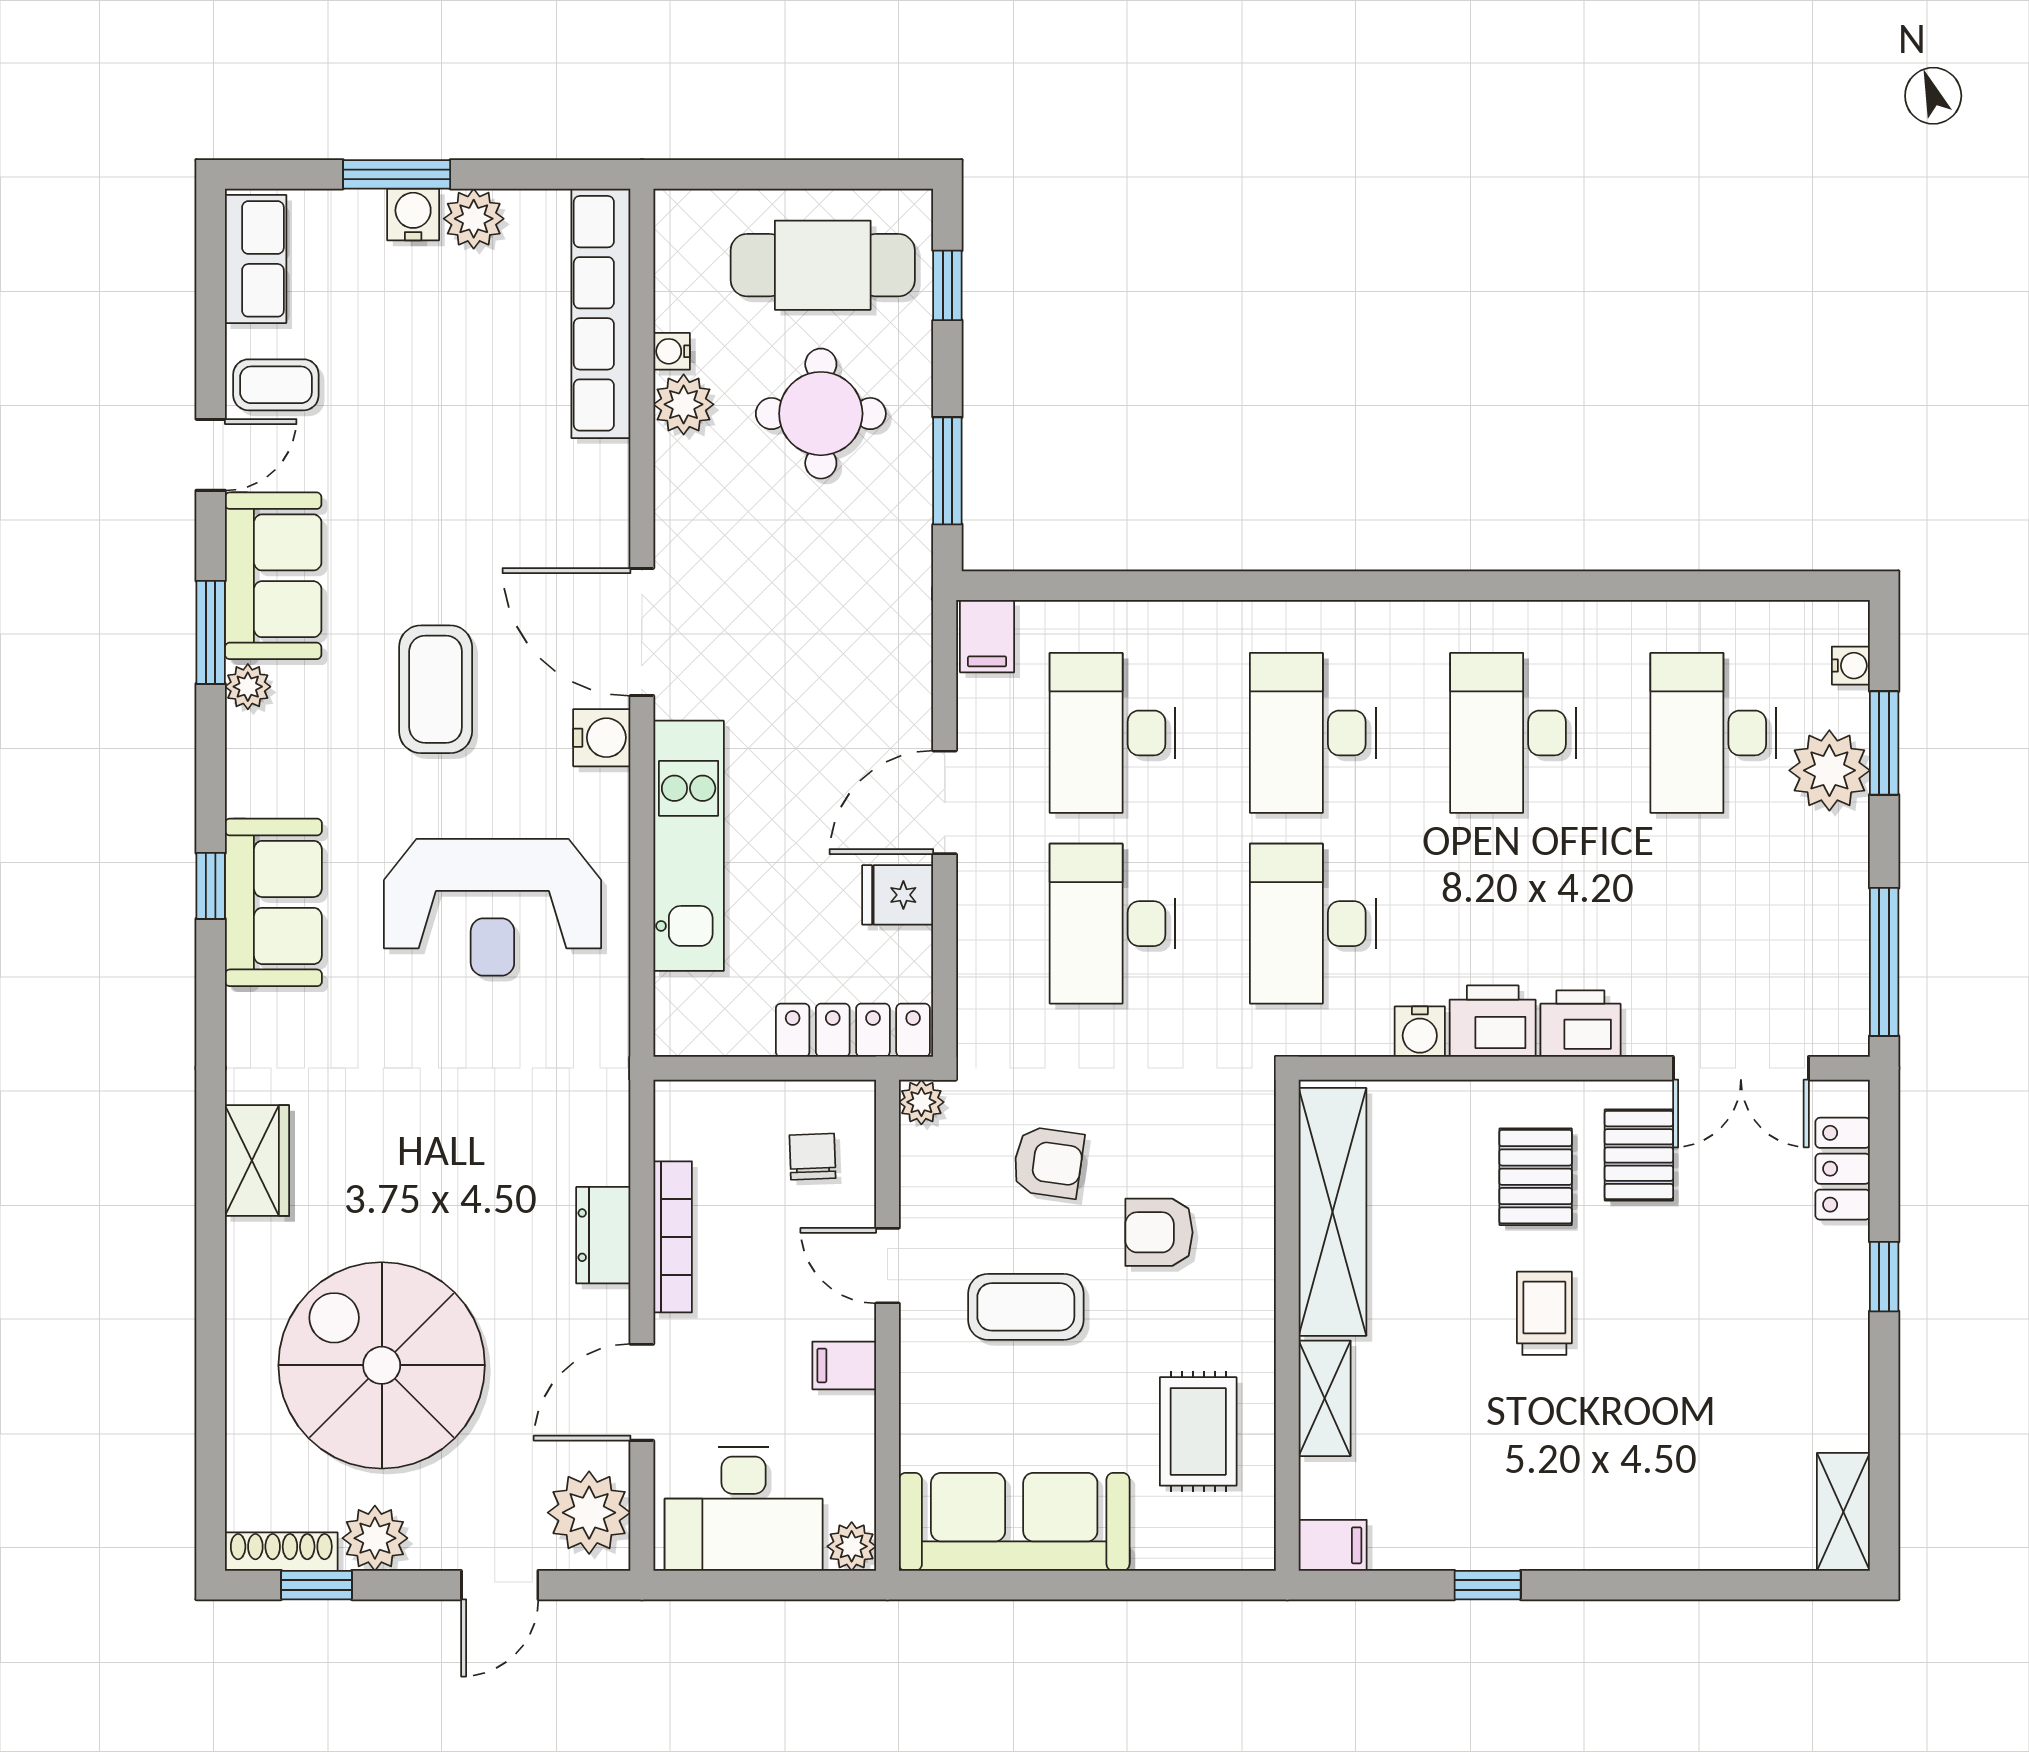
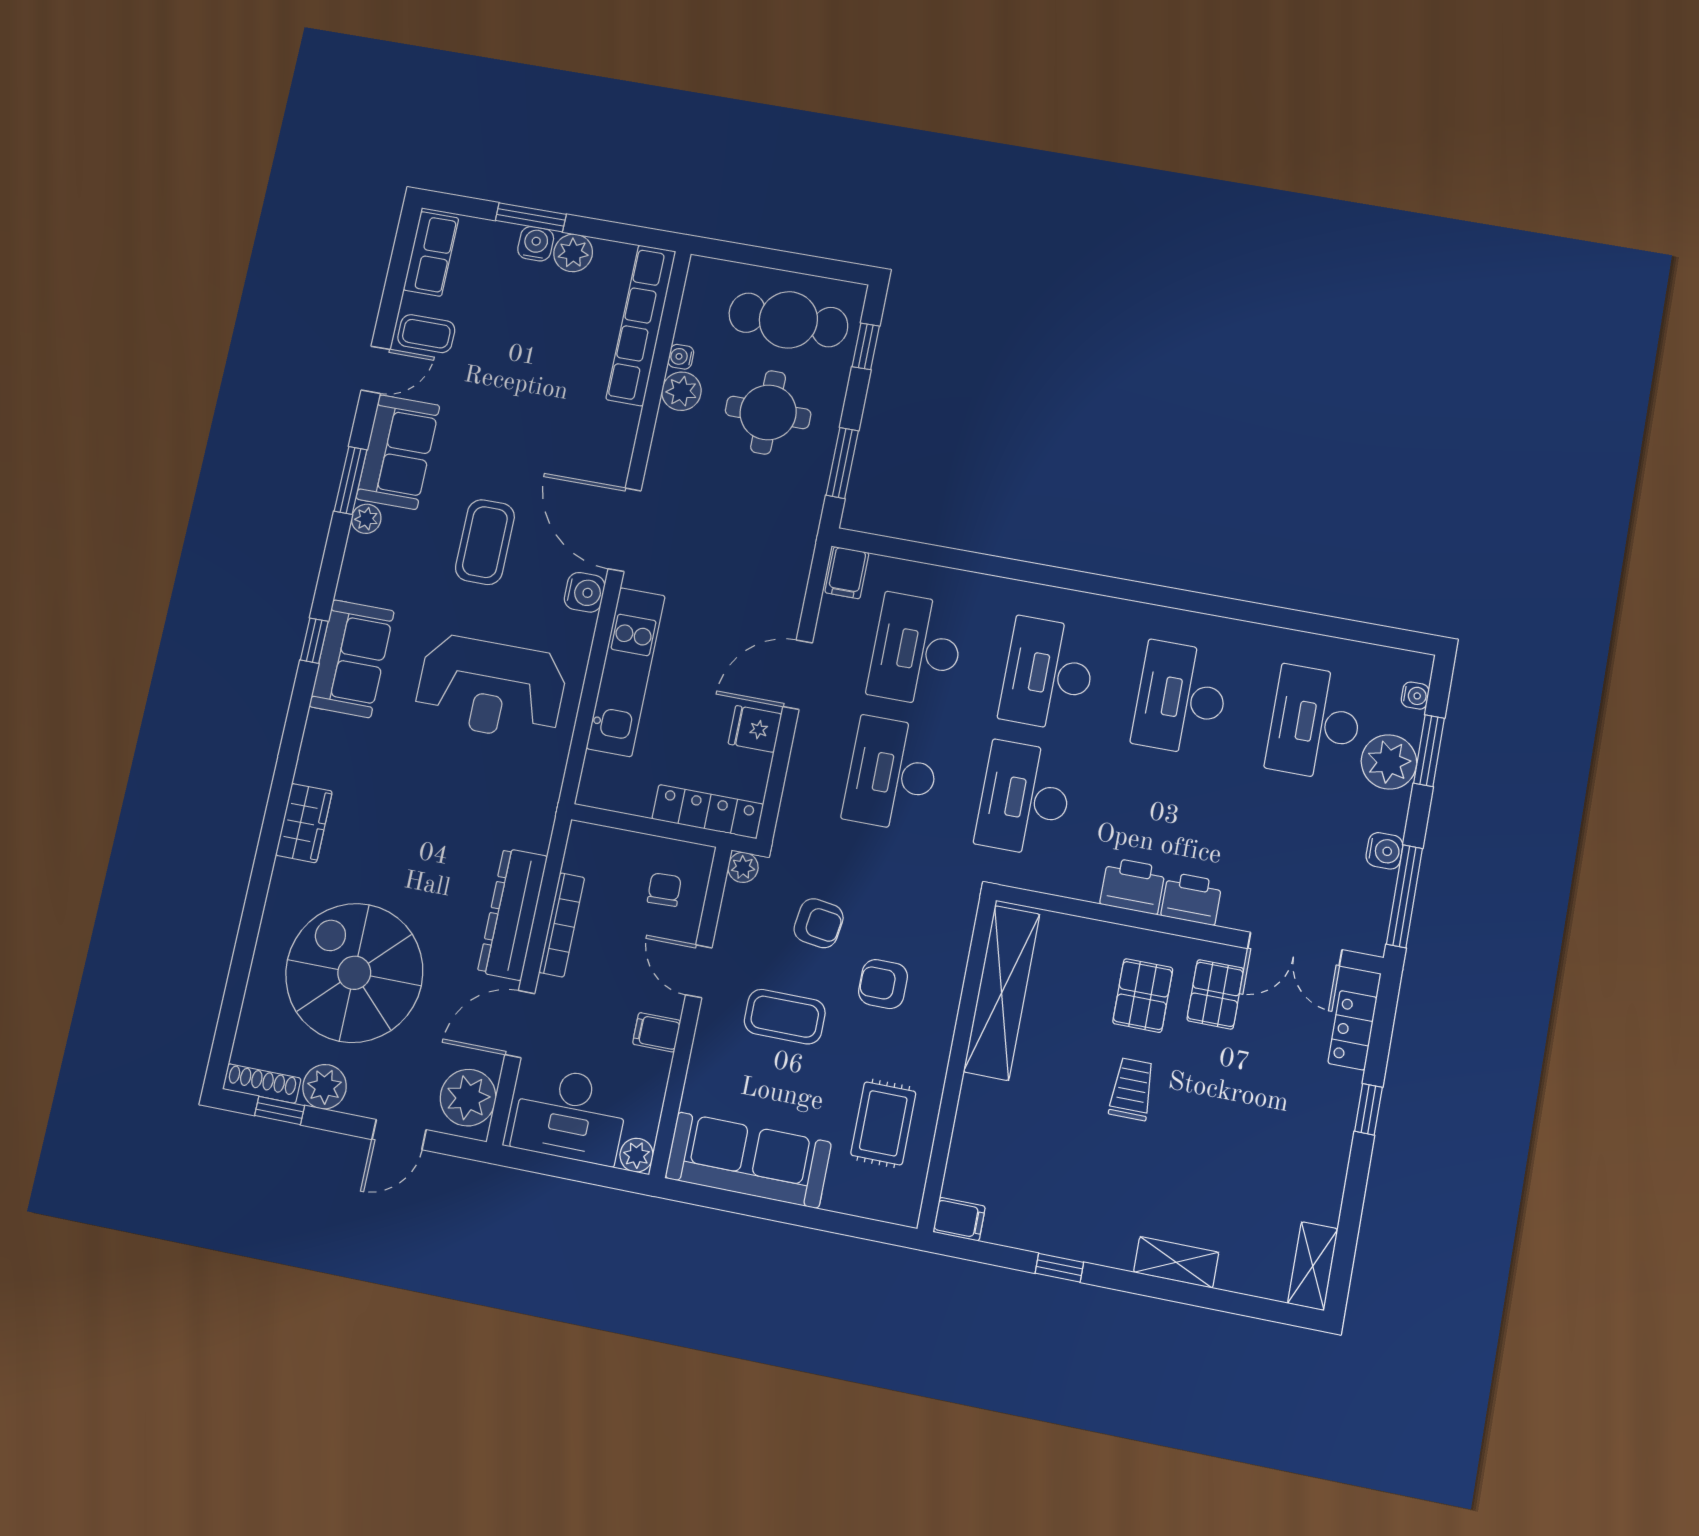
water cooler: (1420, 1032) -> (1384, 851), moved, turned -90
dresser: (603, 1235) -> (512, 914), width x1.96, depth x1.24
shelving: (1325, 1398) -> (1176, 1262), moved, turned 90

